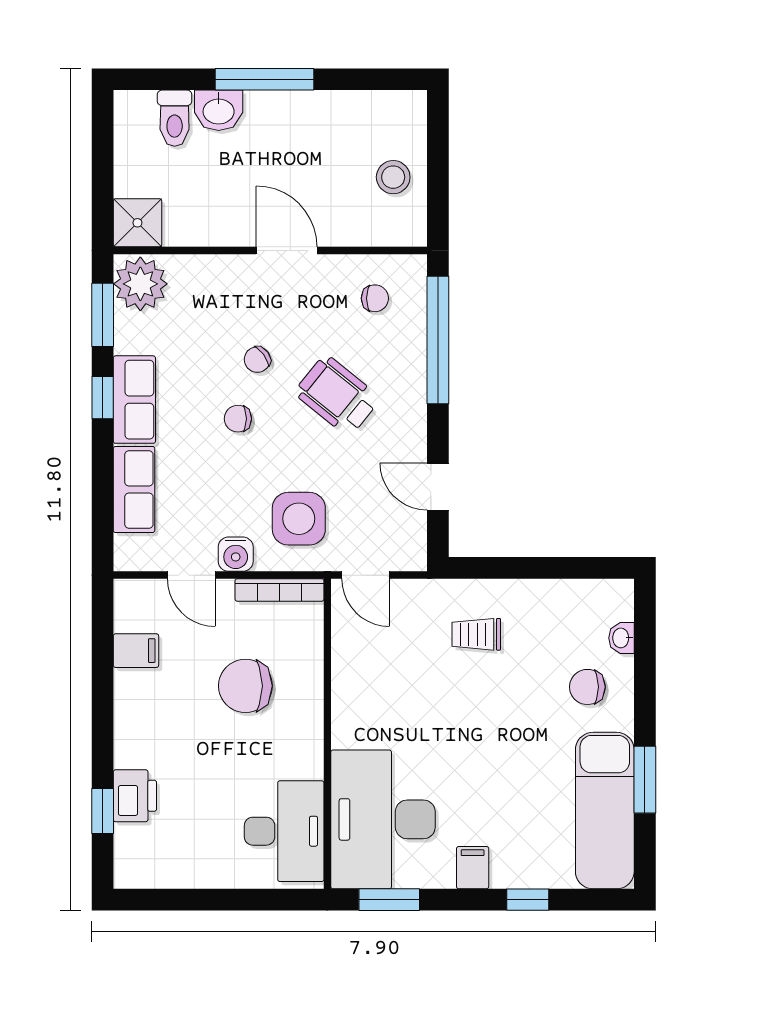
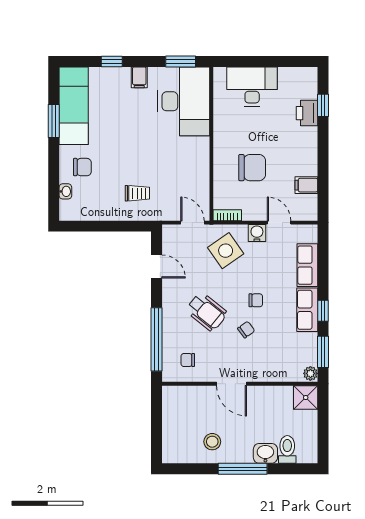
stool: (393, 177) -> (212, 442), moved
plant: (140, 284) -> (310, 373), width x0.53, depth x0.53
side table: (299, 519) -> (226, 251), turned -35
bookcase: (280, 590) -> (227, 215), width x0.64
desk: (284, 831) -> (252, 86), moved, turned 90

